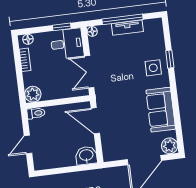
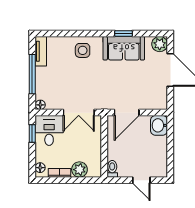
tv unit: (127, 28) -> (41, 51), moved
window: (170, 59) -> (123, 33), moved
plant: (33, 94) -> (79, 170), moved

